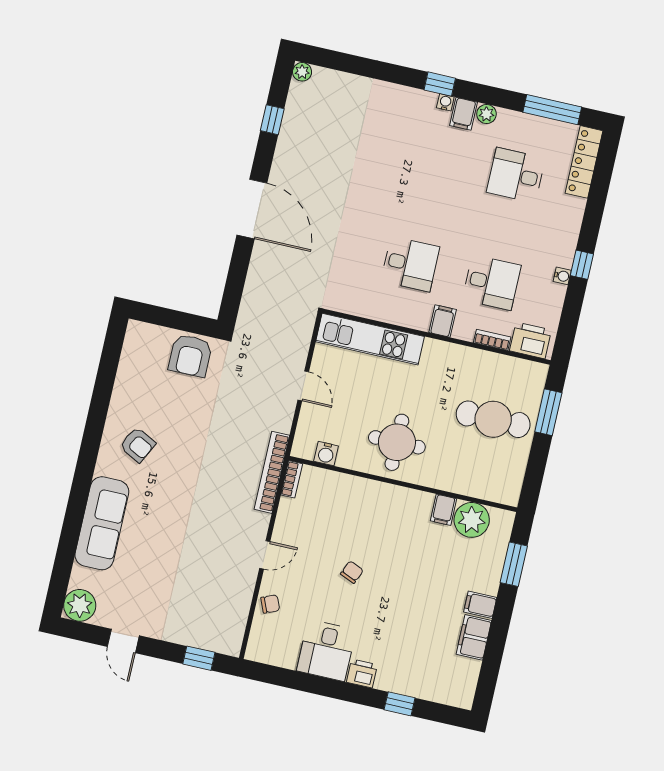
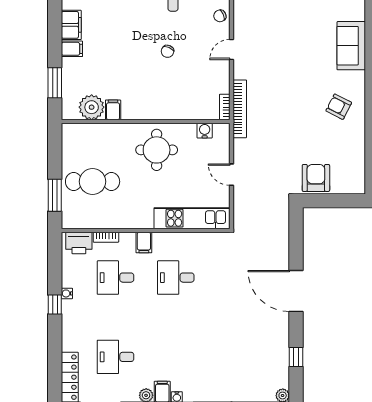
desk: (516, 175) -> (116, 357), turned 180
sofa: (102, 523) -> (351, 46), width x0.73

